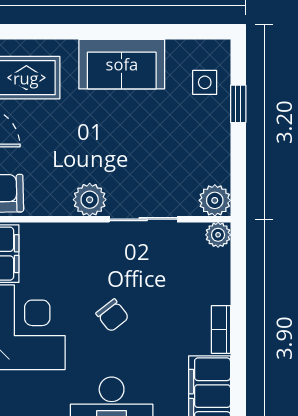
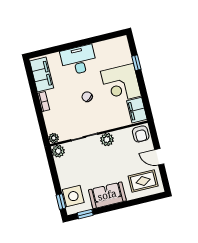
window: (187, 32) -> (85, 214), added
side table: (205, 82) -> (73, 196), width x1.87, depth x1.87
window: (238, 104) -> (61, 202), moved

